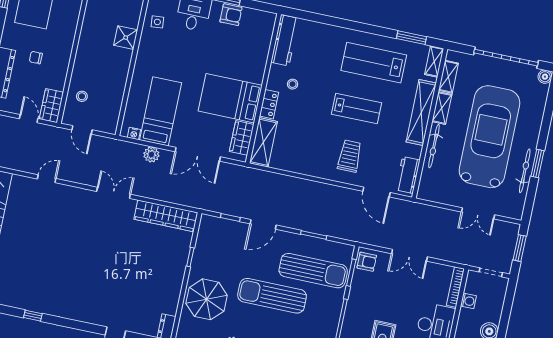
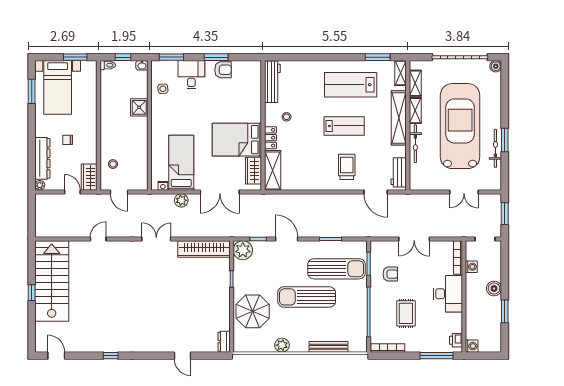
door: (263, 224) -> (287, 239), swing flipped
plant: (210, 227) -> (243, 250), added
armchair: (367, 262) -> (390, 274), moved

